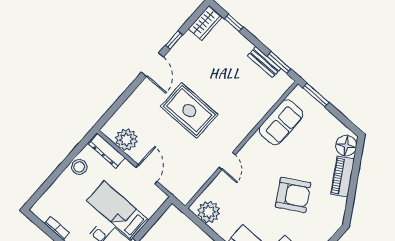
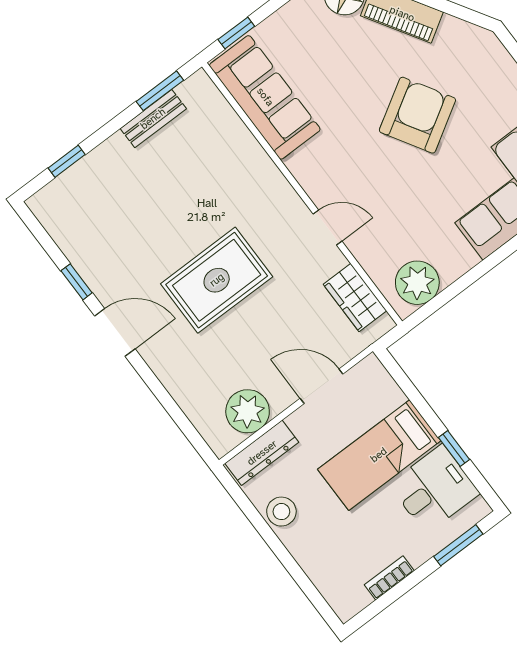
wardrobe: (205, 23) -> (355, 298), moved, turned 180
window: (316, 95) -> (236, 33), width x0.67
sofa: (281, 122) -> (265, 97), width x1.36

